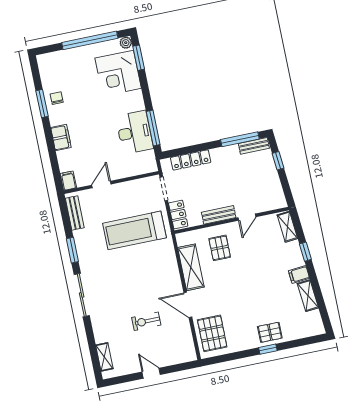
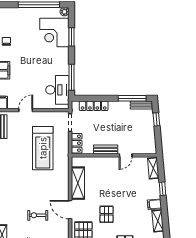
window: (139, 58) -> (71, 37), moved
desk: (135, 132) -> (57, 90), moved
treadmill: (134, 230) -> (43, 148), turned -90
pallet: (220, 248) -> (107, 214), moved

